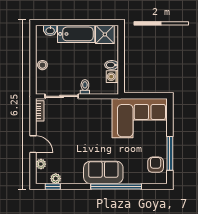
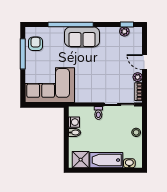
plant: (41, 164) -> (138, 77), moved
armchair: (156, 165) -> (36, 44), turned 180

